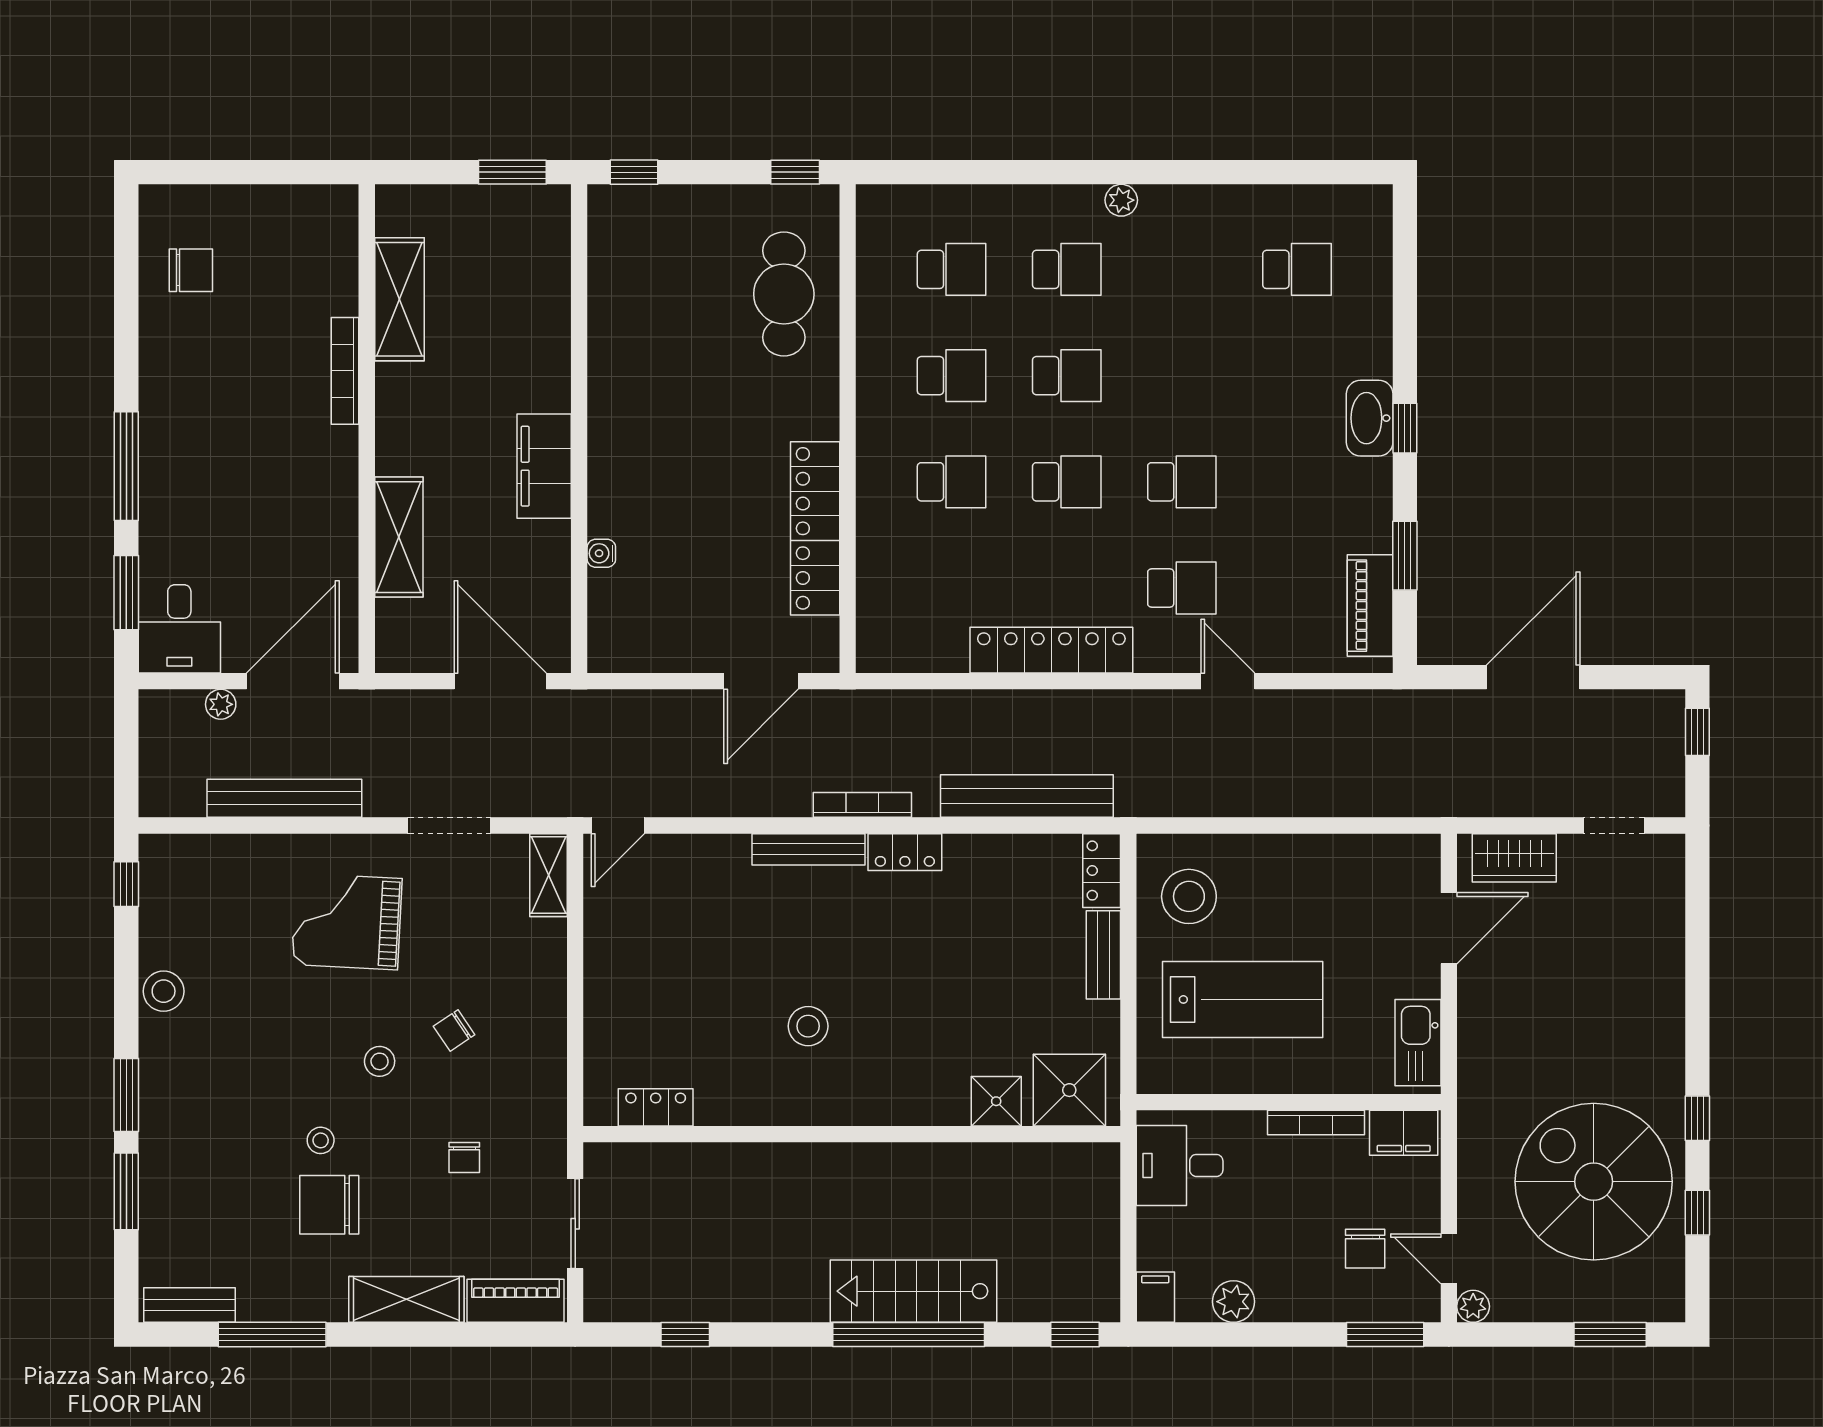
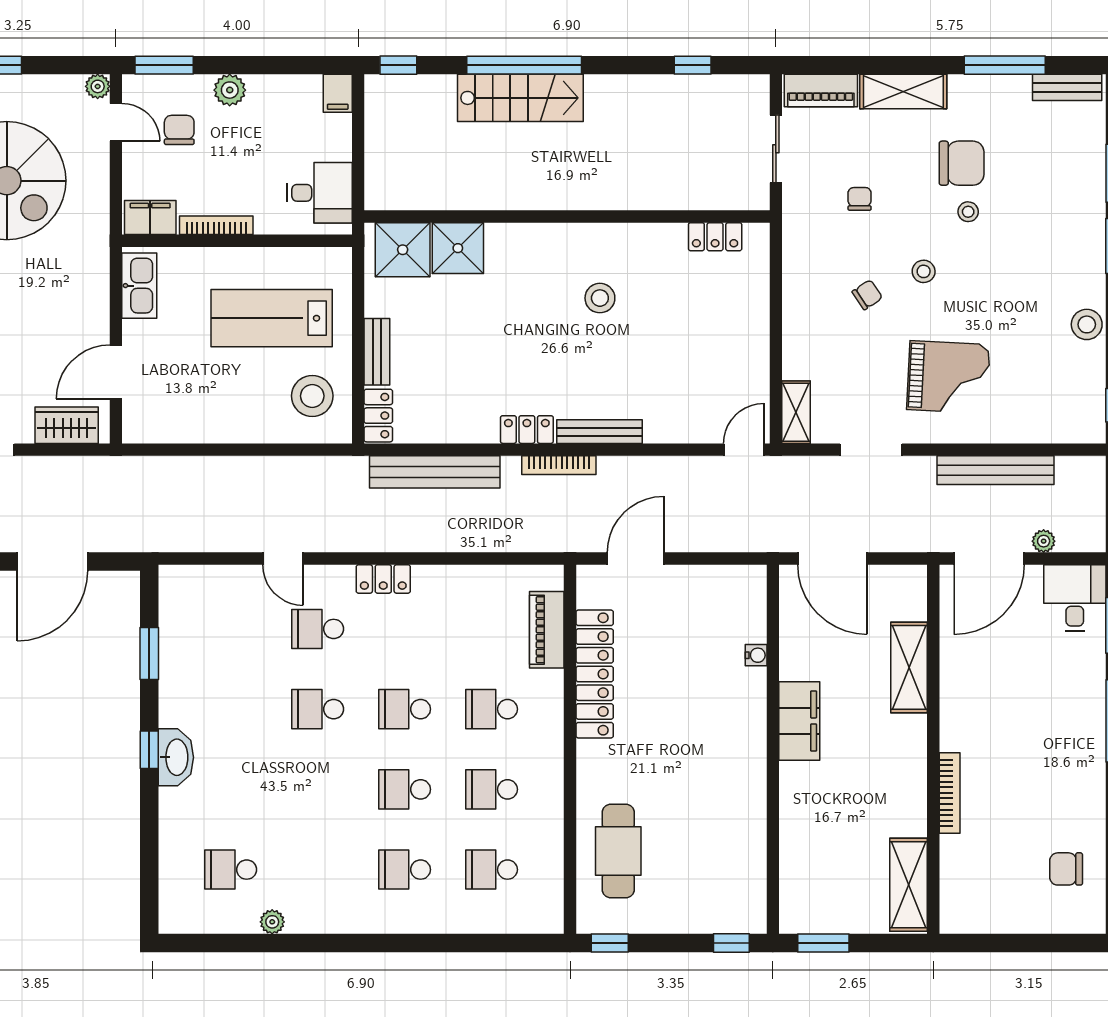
plant: (1121, 200) -> (272, 922), moved
shelving: (399, 299) -> (909, 885), moved
piano: (1370, 606) -> (547, 630), moved, turned 180
locker: (1051, 650) -> (383, 579), width x0.46, depth x0.83
shower: (996, 1101) -> (458, 248), width x1.36, depth x1.36
plant: (1234, 1302) -> (230, 90), moved

